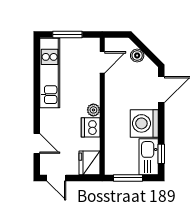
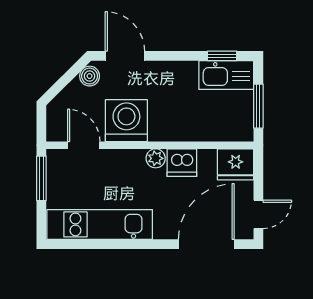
window: (67, 34) -> (41, 178), moved
boiler: (137, 55) -> (90, 76), moved
washing machine: (144, 123) -> (126, 121), moved, turned 180
door: (37, 144) -> (206, 244), width x1.87

